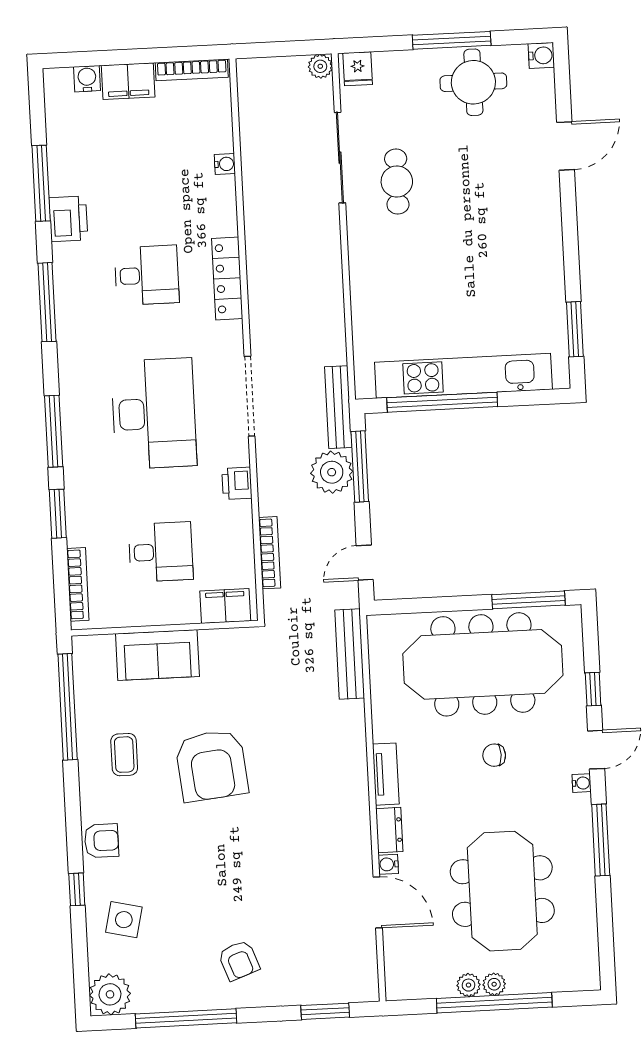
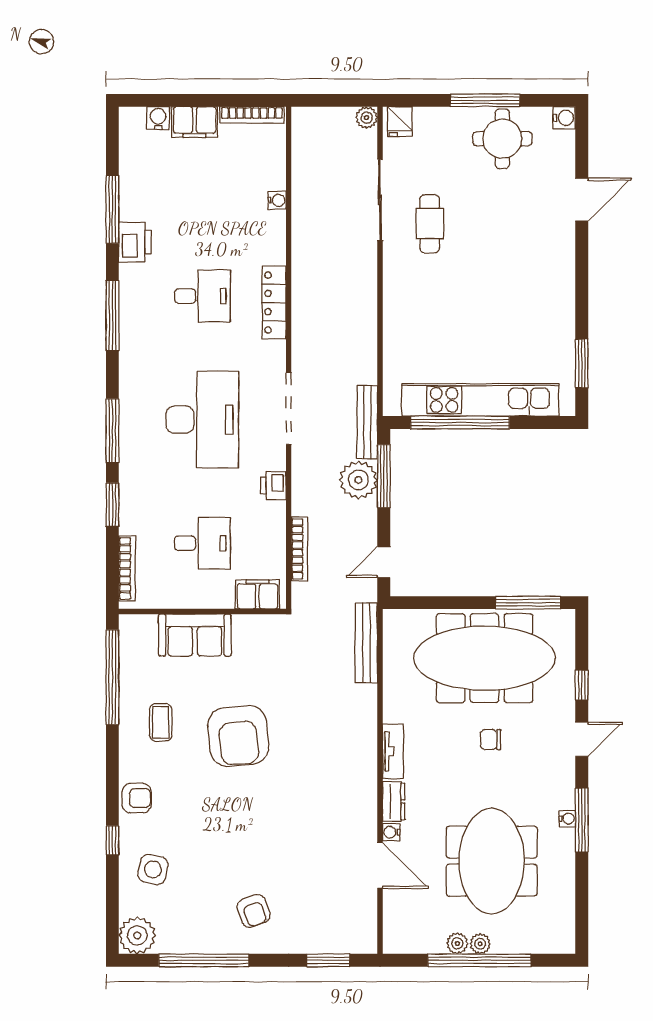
water cooler: (582, 783) -> (567, 819), moved

